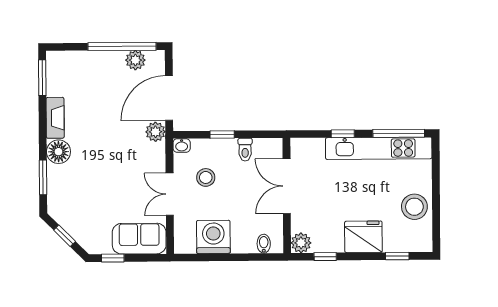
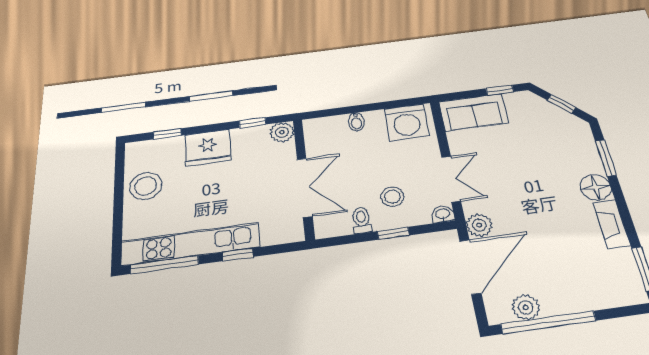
stool: (206, 177) -> (392, 197), moved
double door: (170, 194) -> (451, 179), moved
washing machine: (213, 237) -> (406, 122), moved
bidet: (264, 244) -> (356, 122), moved

